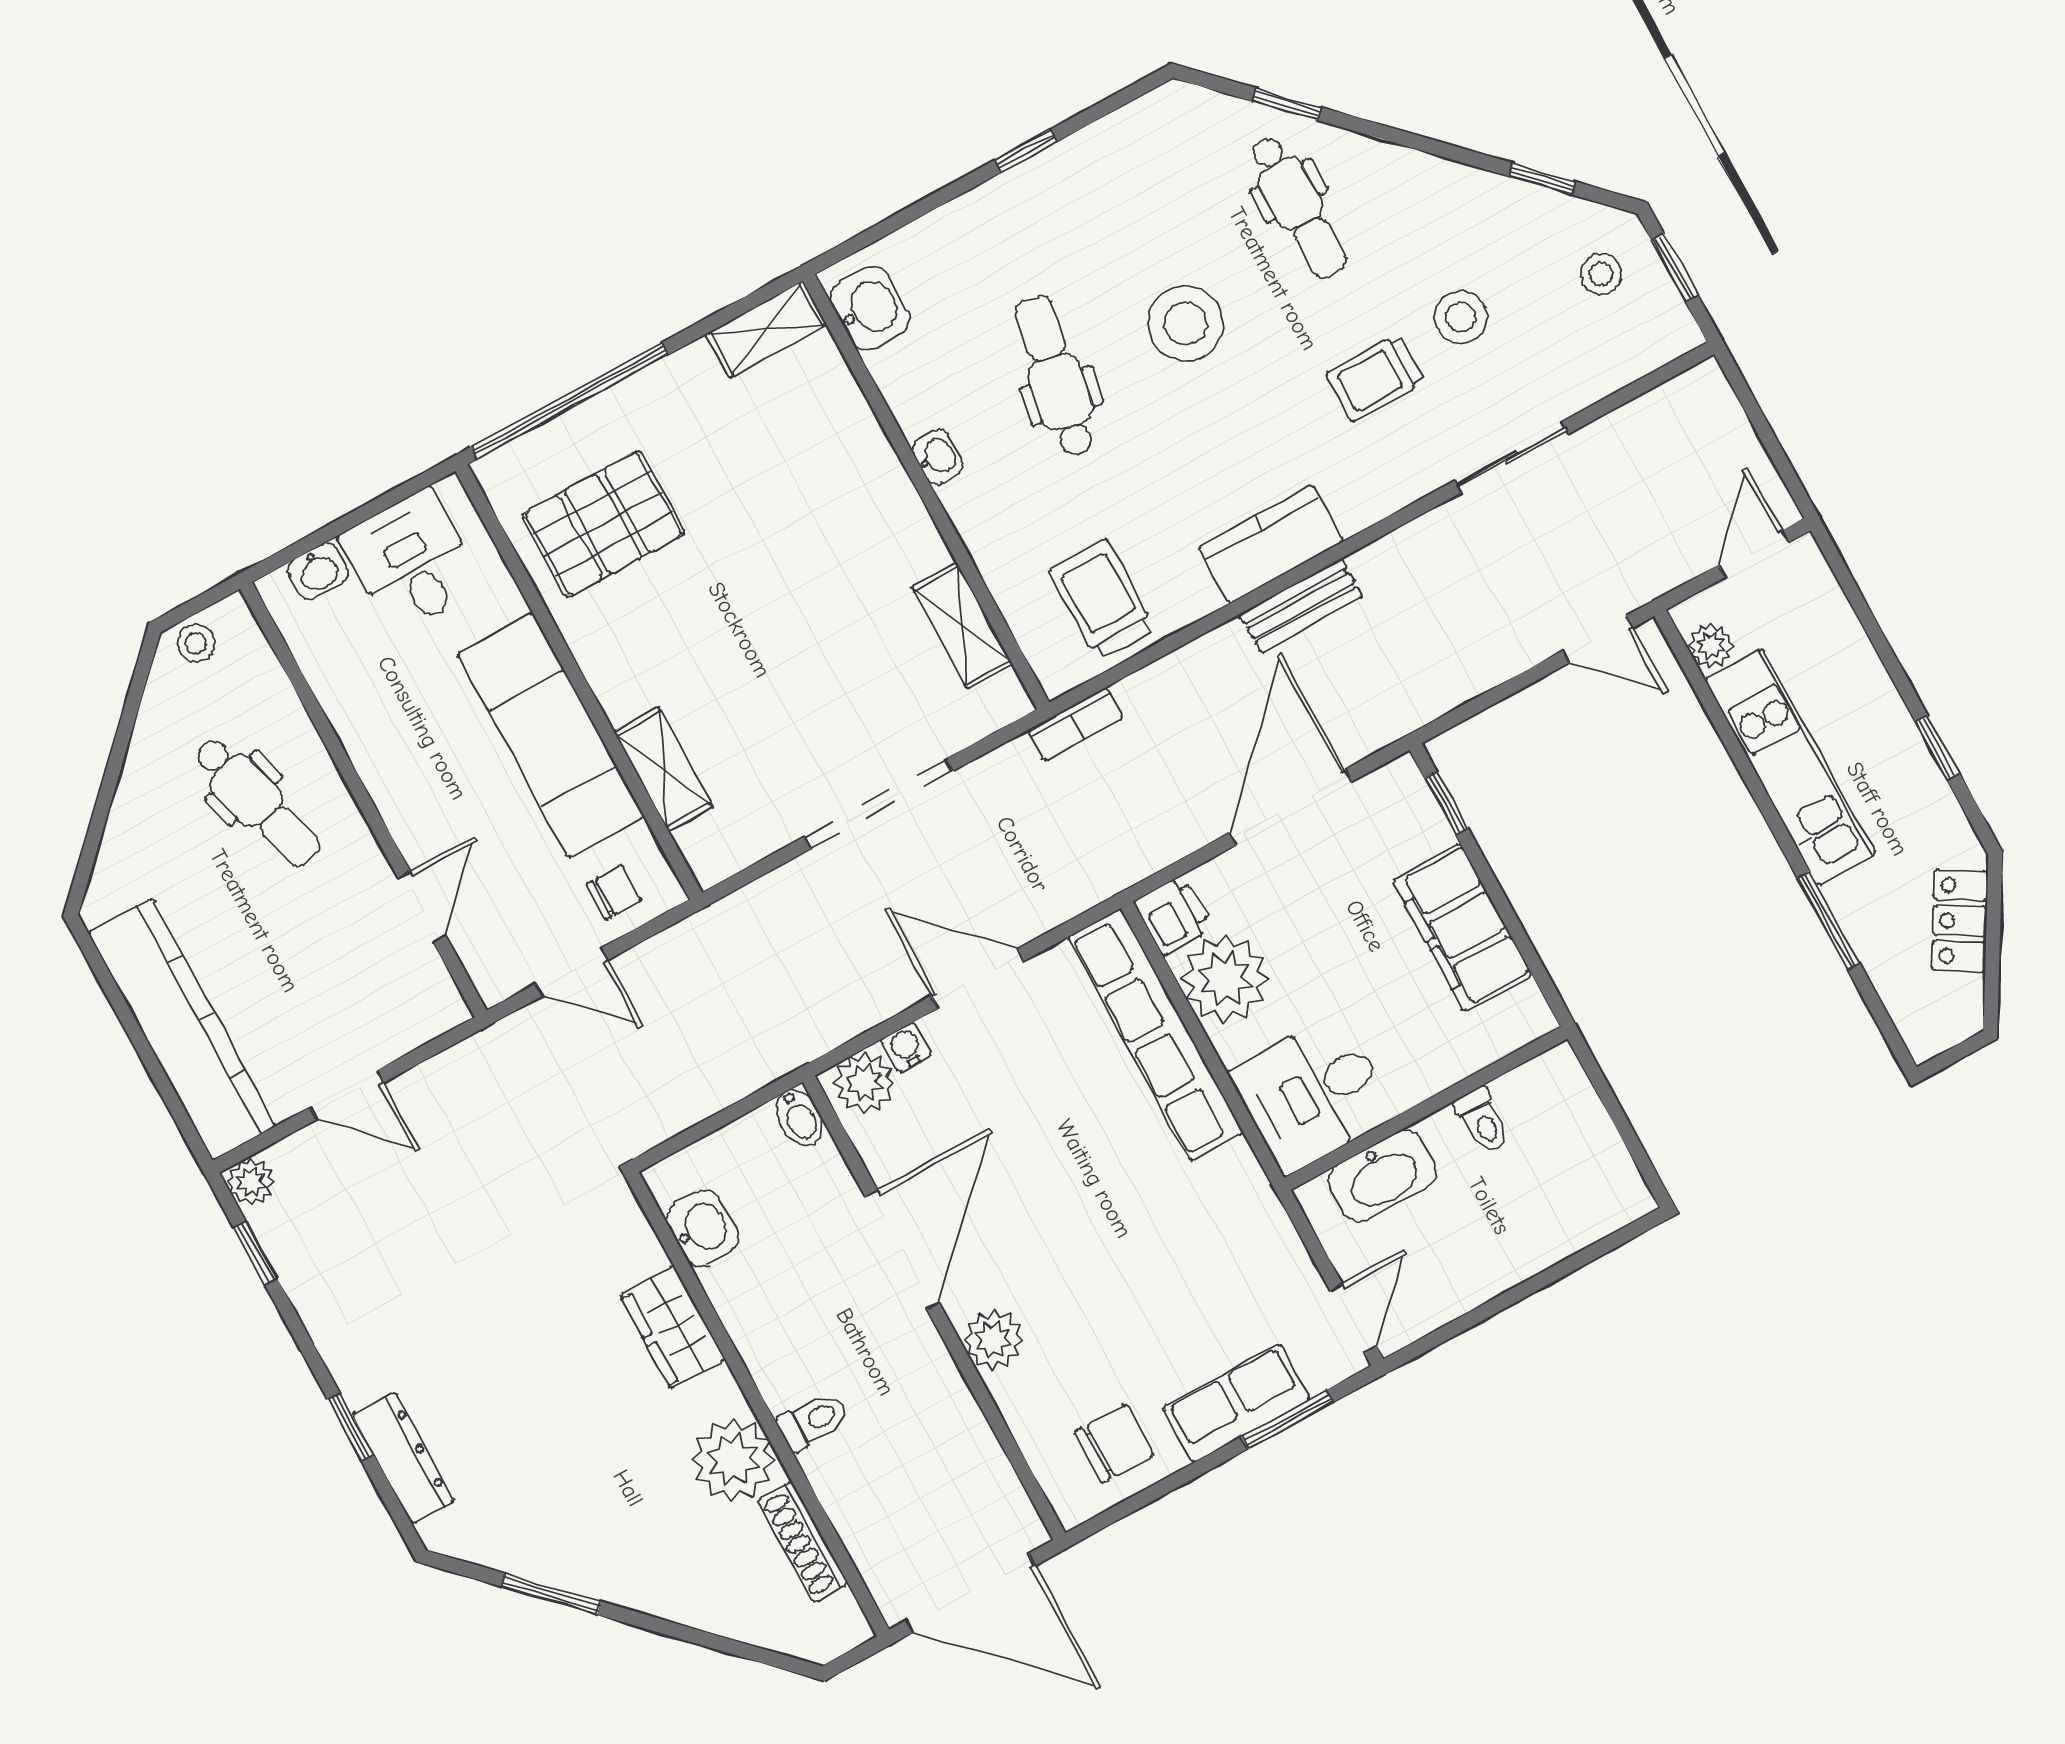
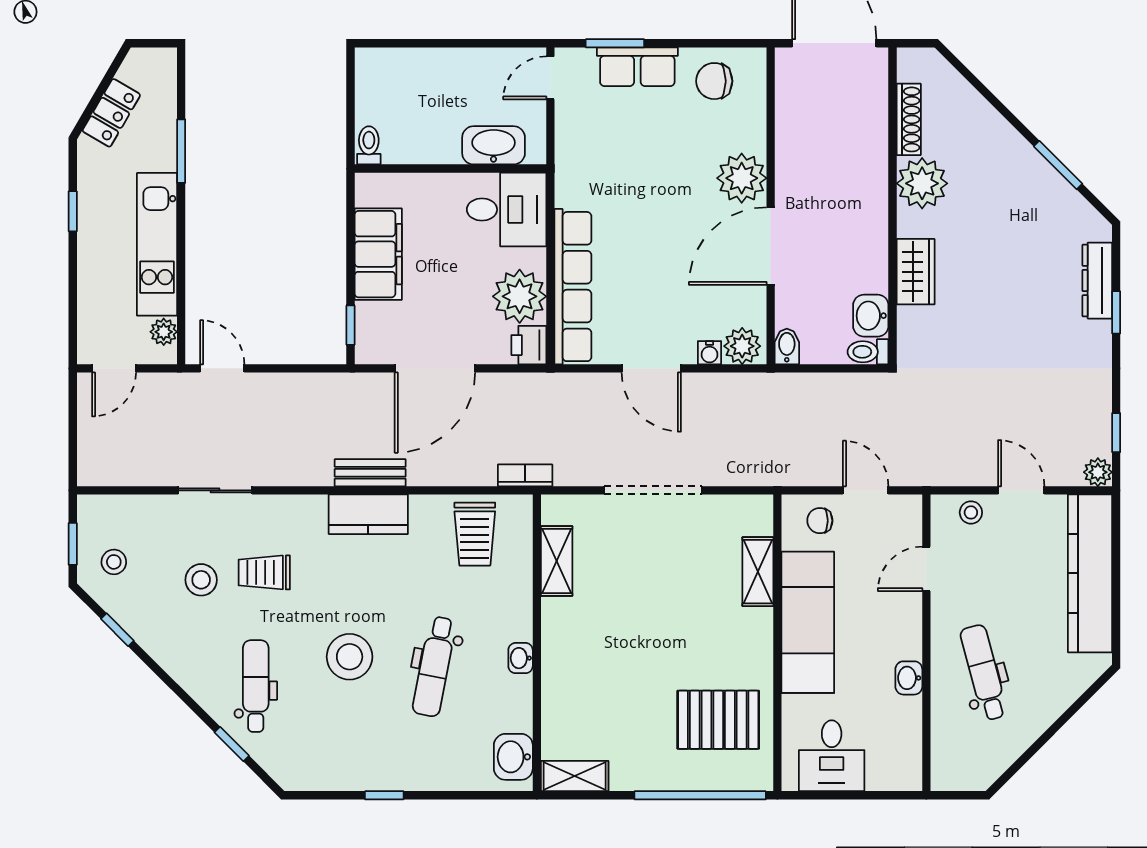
trolley: (1375, 378) -> (264, 572), turned 180
washbasin: (318, 571) -> (909, 678), moved, turned -90
stool: (196, 643) -> (971, 512), moved
toilet: (1483, 1121) -> (369, 145), moved
plant: (993, 1340) -> (742, 178), width x1.36, depth x1.36
toilet: (813, 1421) -> (868, 352), moved

